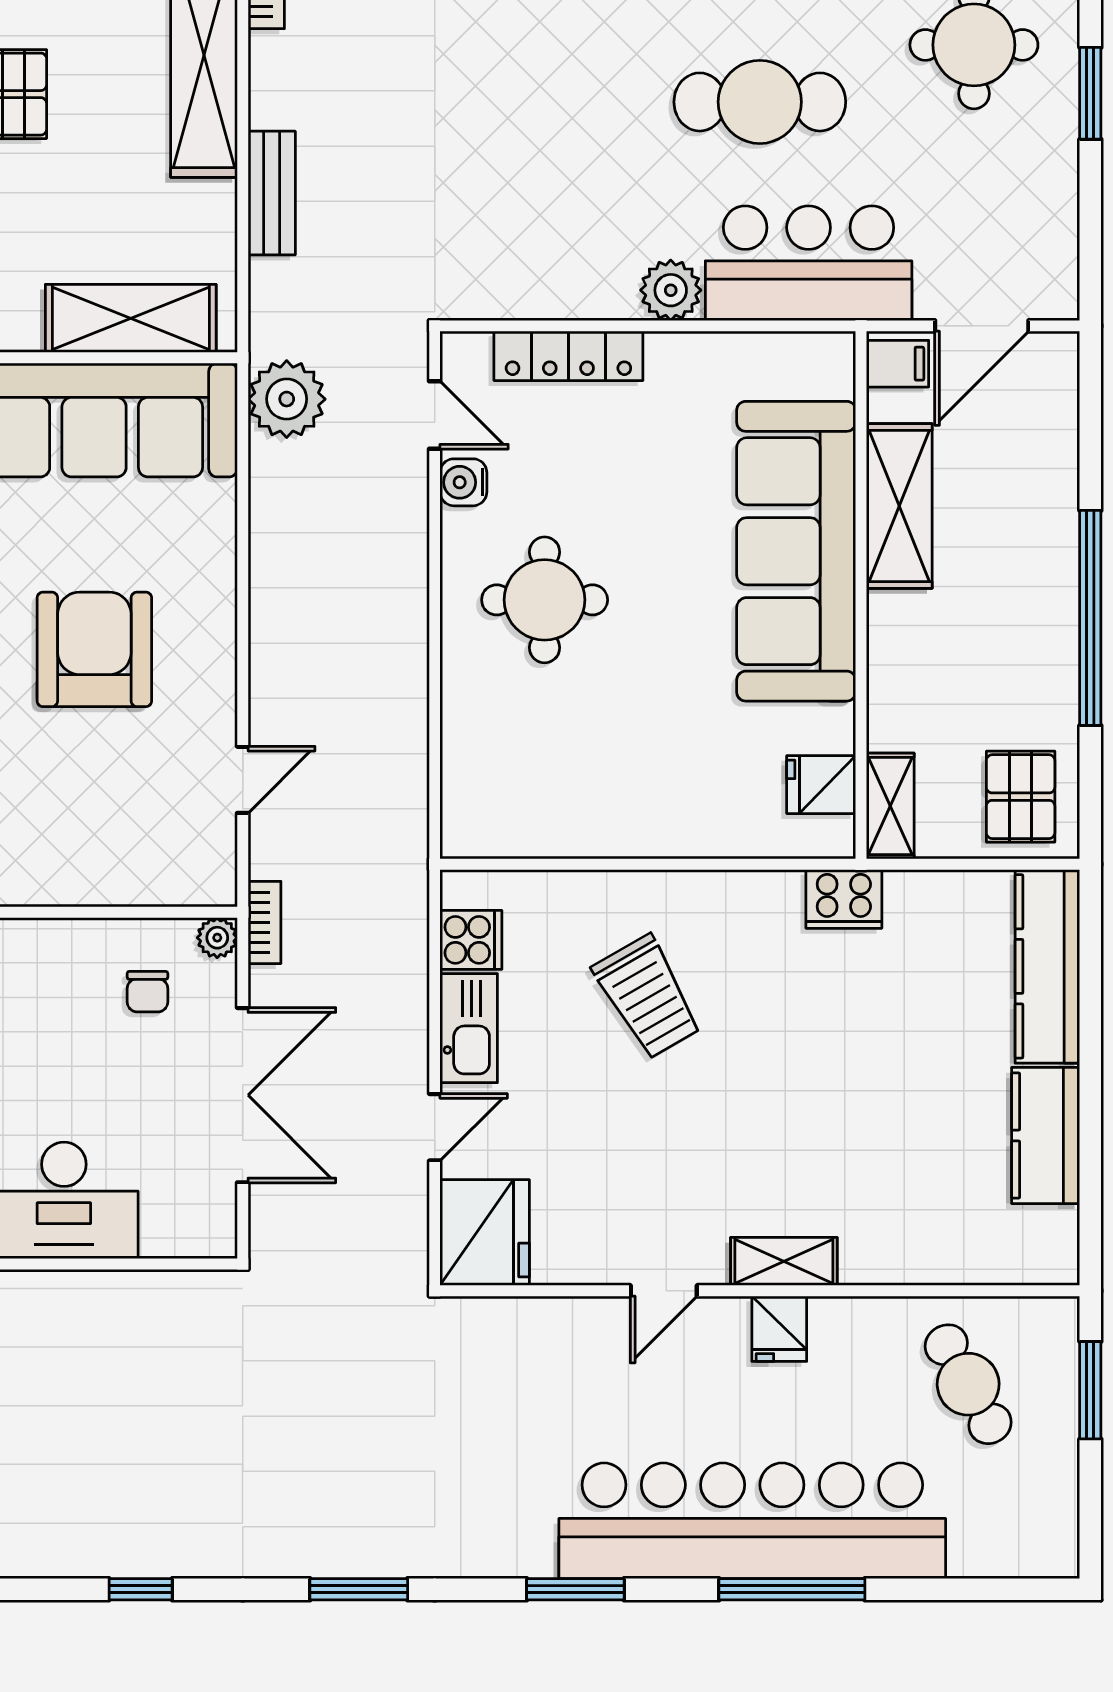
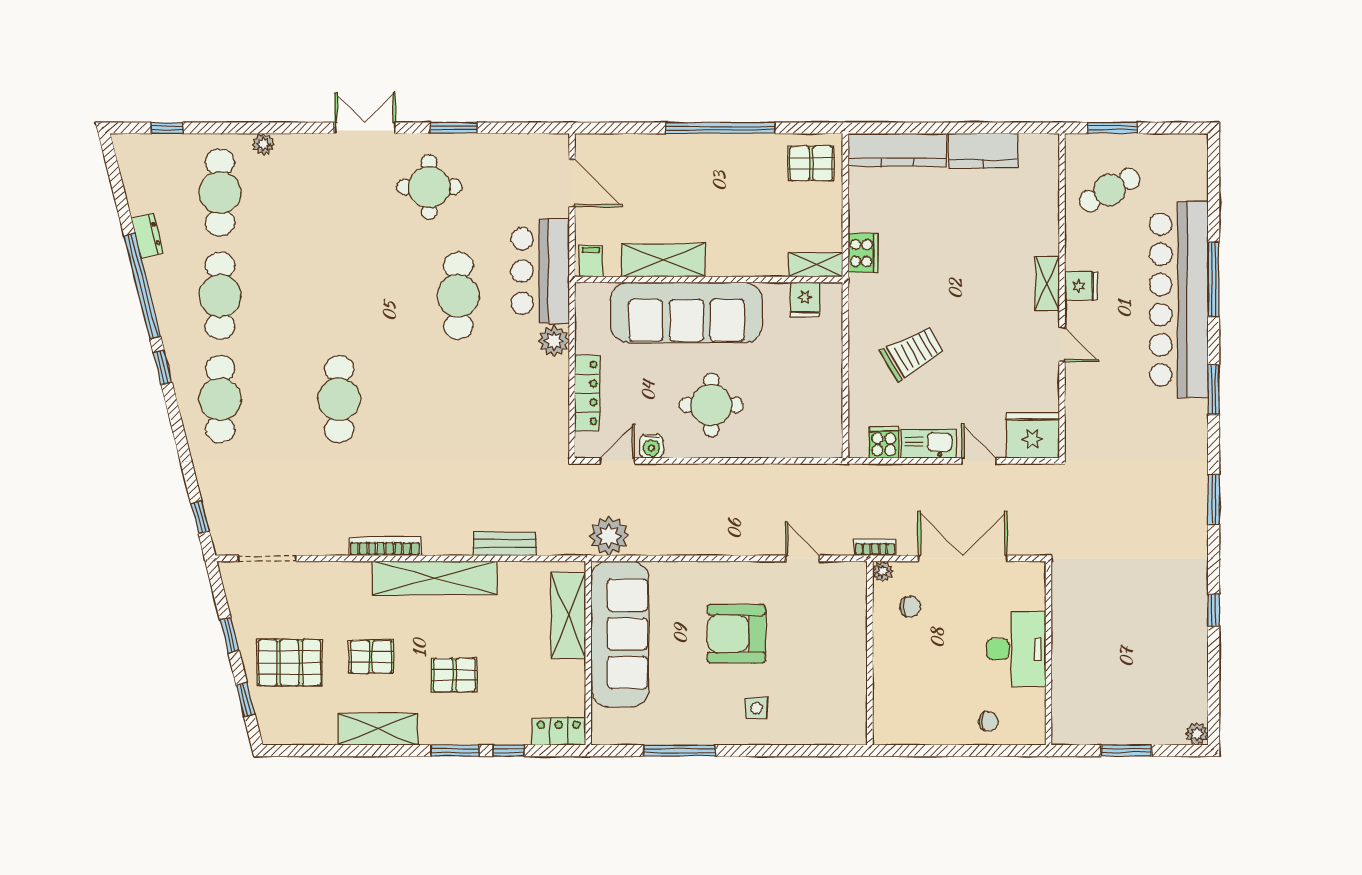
filing cabinet: (898, 364) -> (591, 261), moved
shelving: (899, 506) -> (663, 260), moved
sofa: (796, 551) -> (686, 312), moved
wall: (861, 595) -> (709, 280), moved
fridge: (821, 785) -> (805, 300), moved
shelving: (890, 806) -> (816, 265), moved

